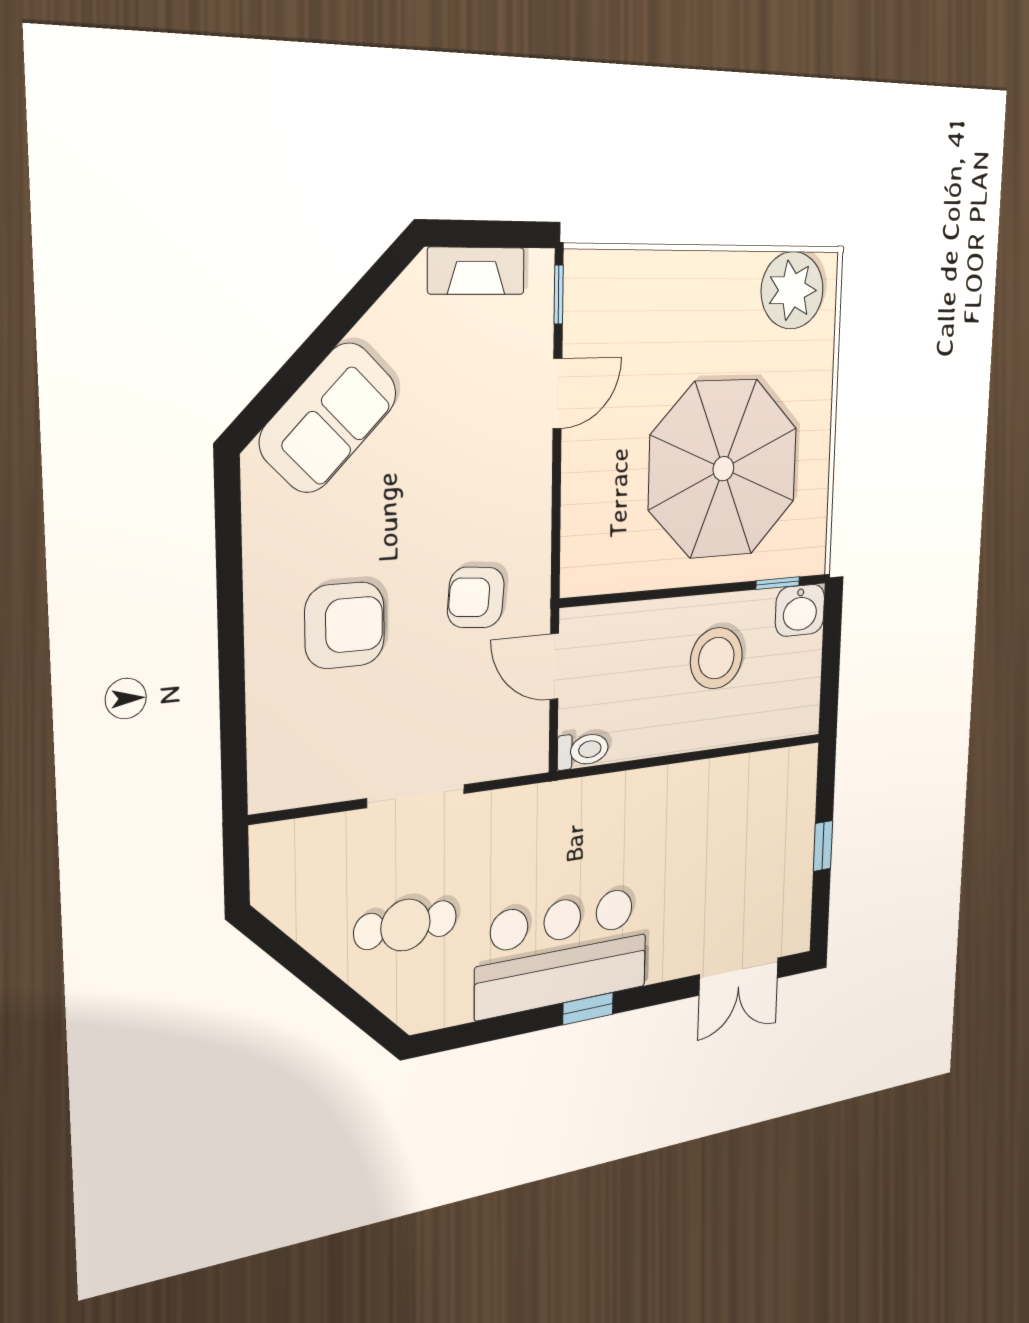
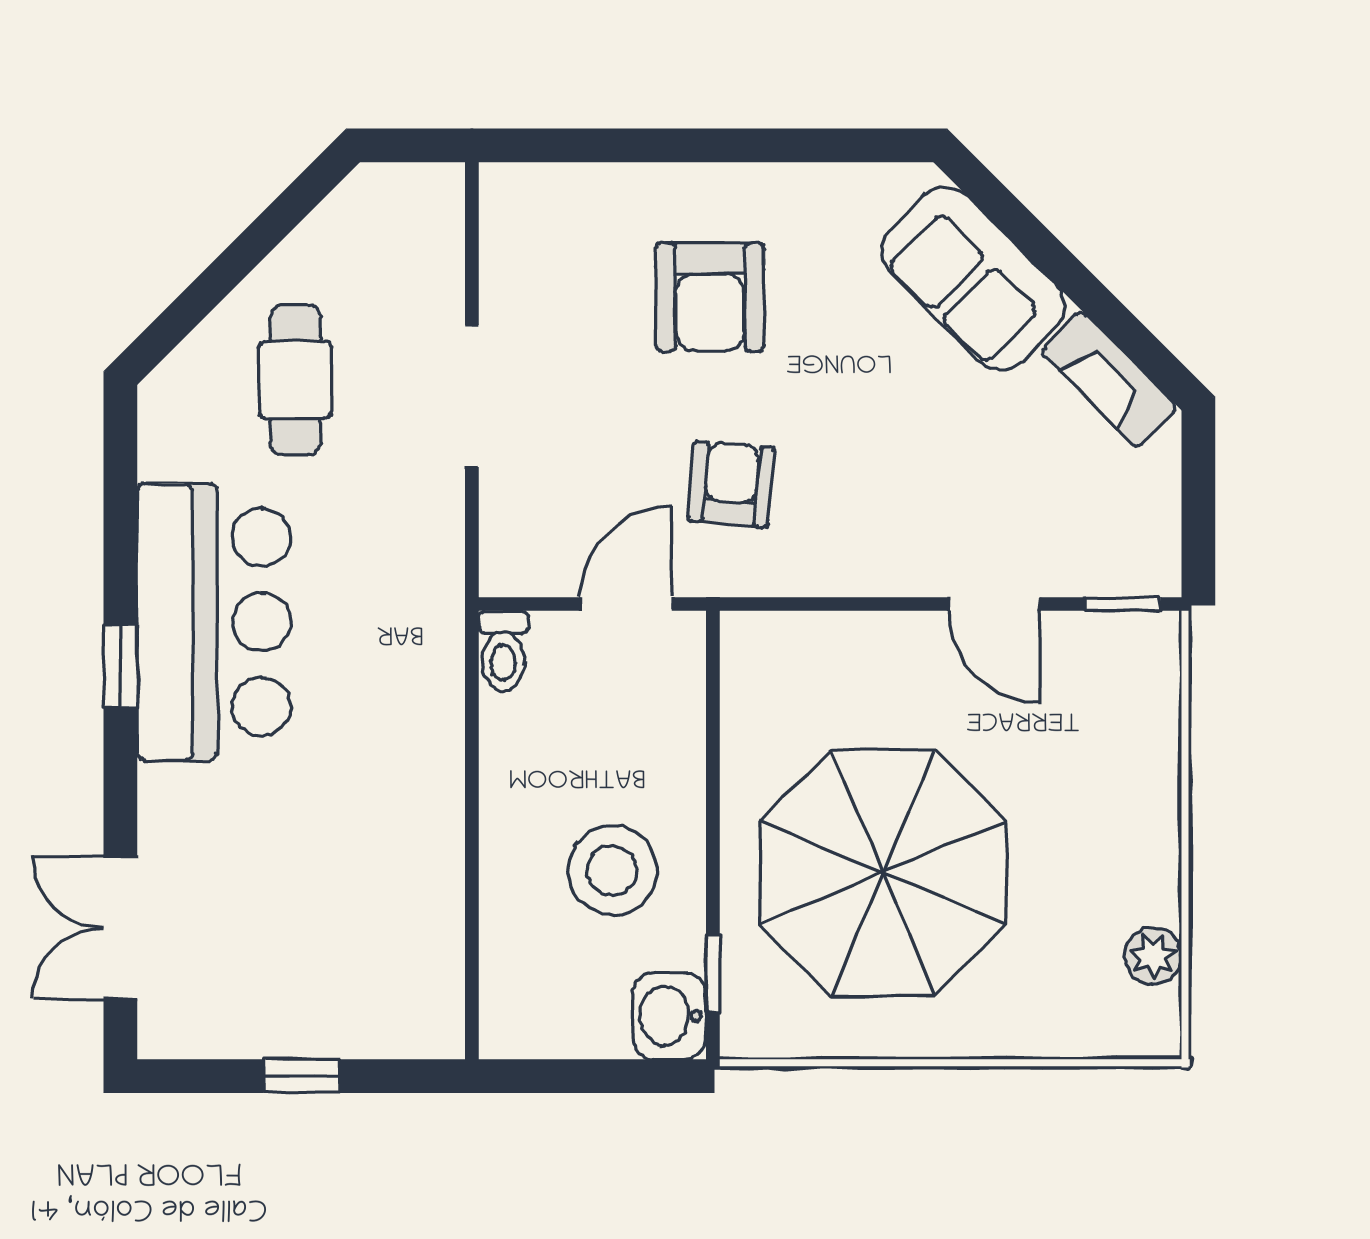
fireplace: (476, 271) -> (1109, 379), moved, turned -45
plant: (792, 290) -> (1153, 956), width x0.53, depth x0.53

